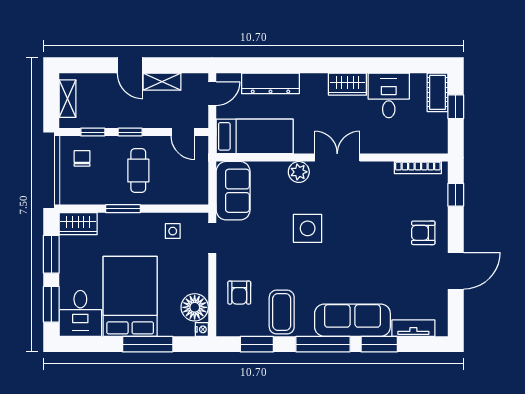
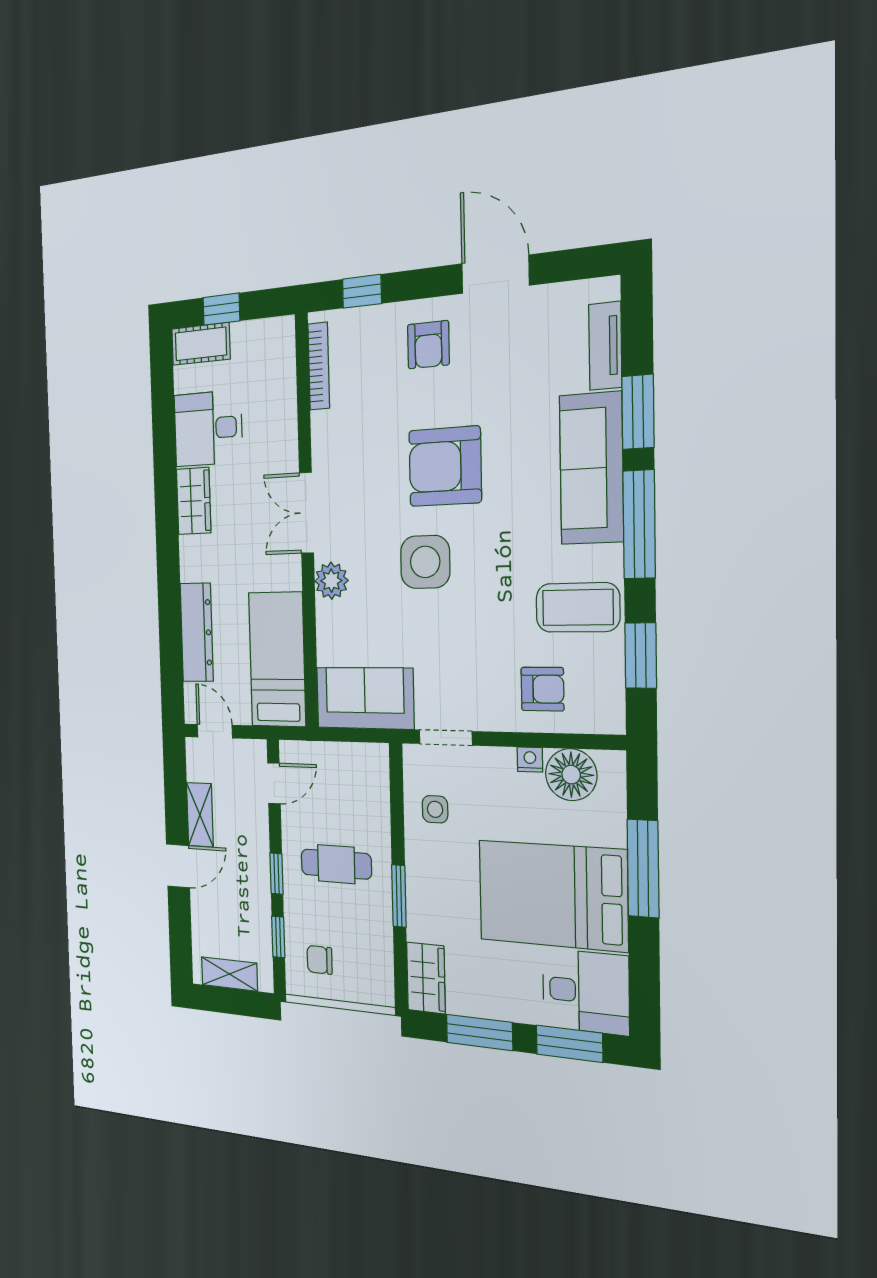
armchair: (358, 241) -> (445, 466), added
nightstand: (202, 329) -> (530, 760), moved

